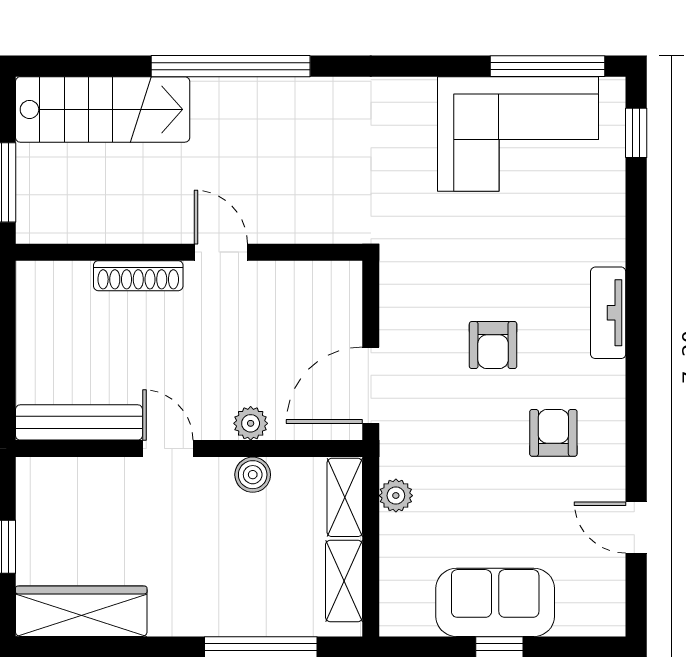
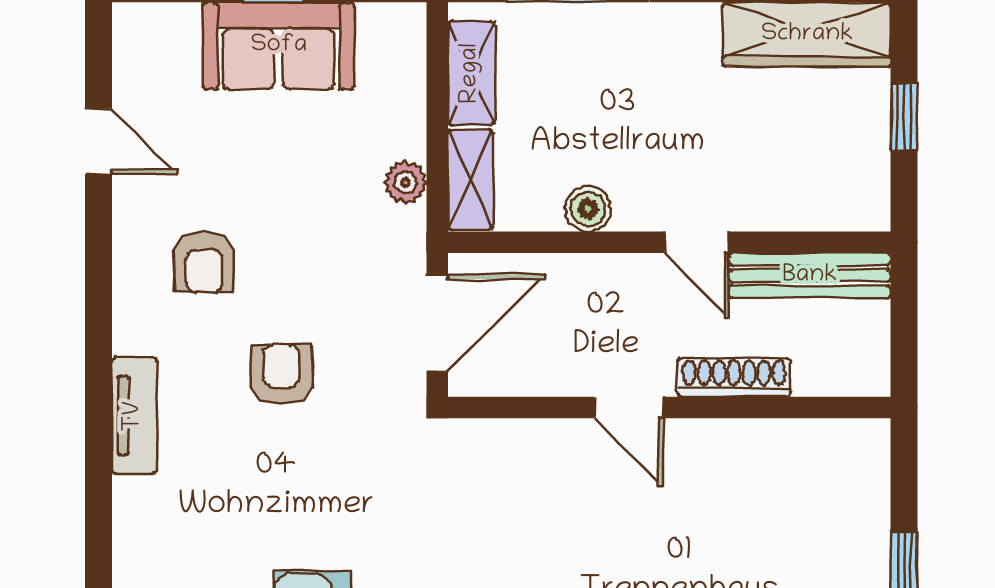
wall: (189, 252) -> (669, 408), moved
door: (221, 252) -> (629, 408), moved
shoe rack: (138, 276) -> (734, 378), moved
plant: (251, 423) -> (591, 274), removed

